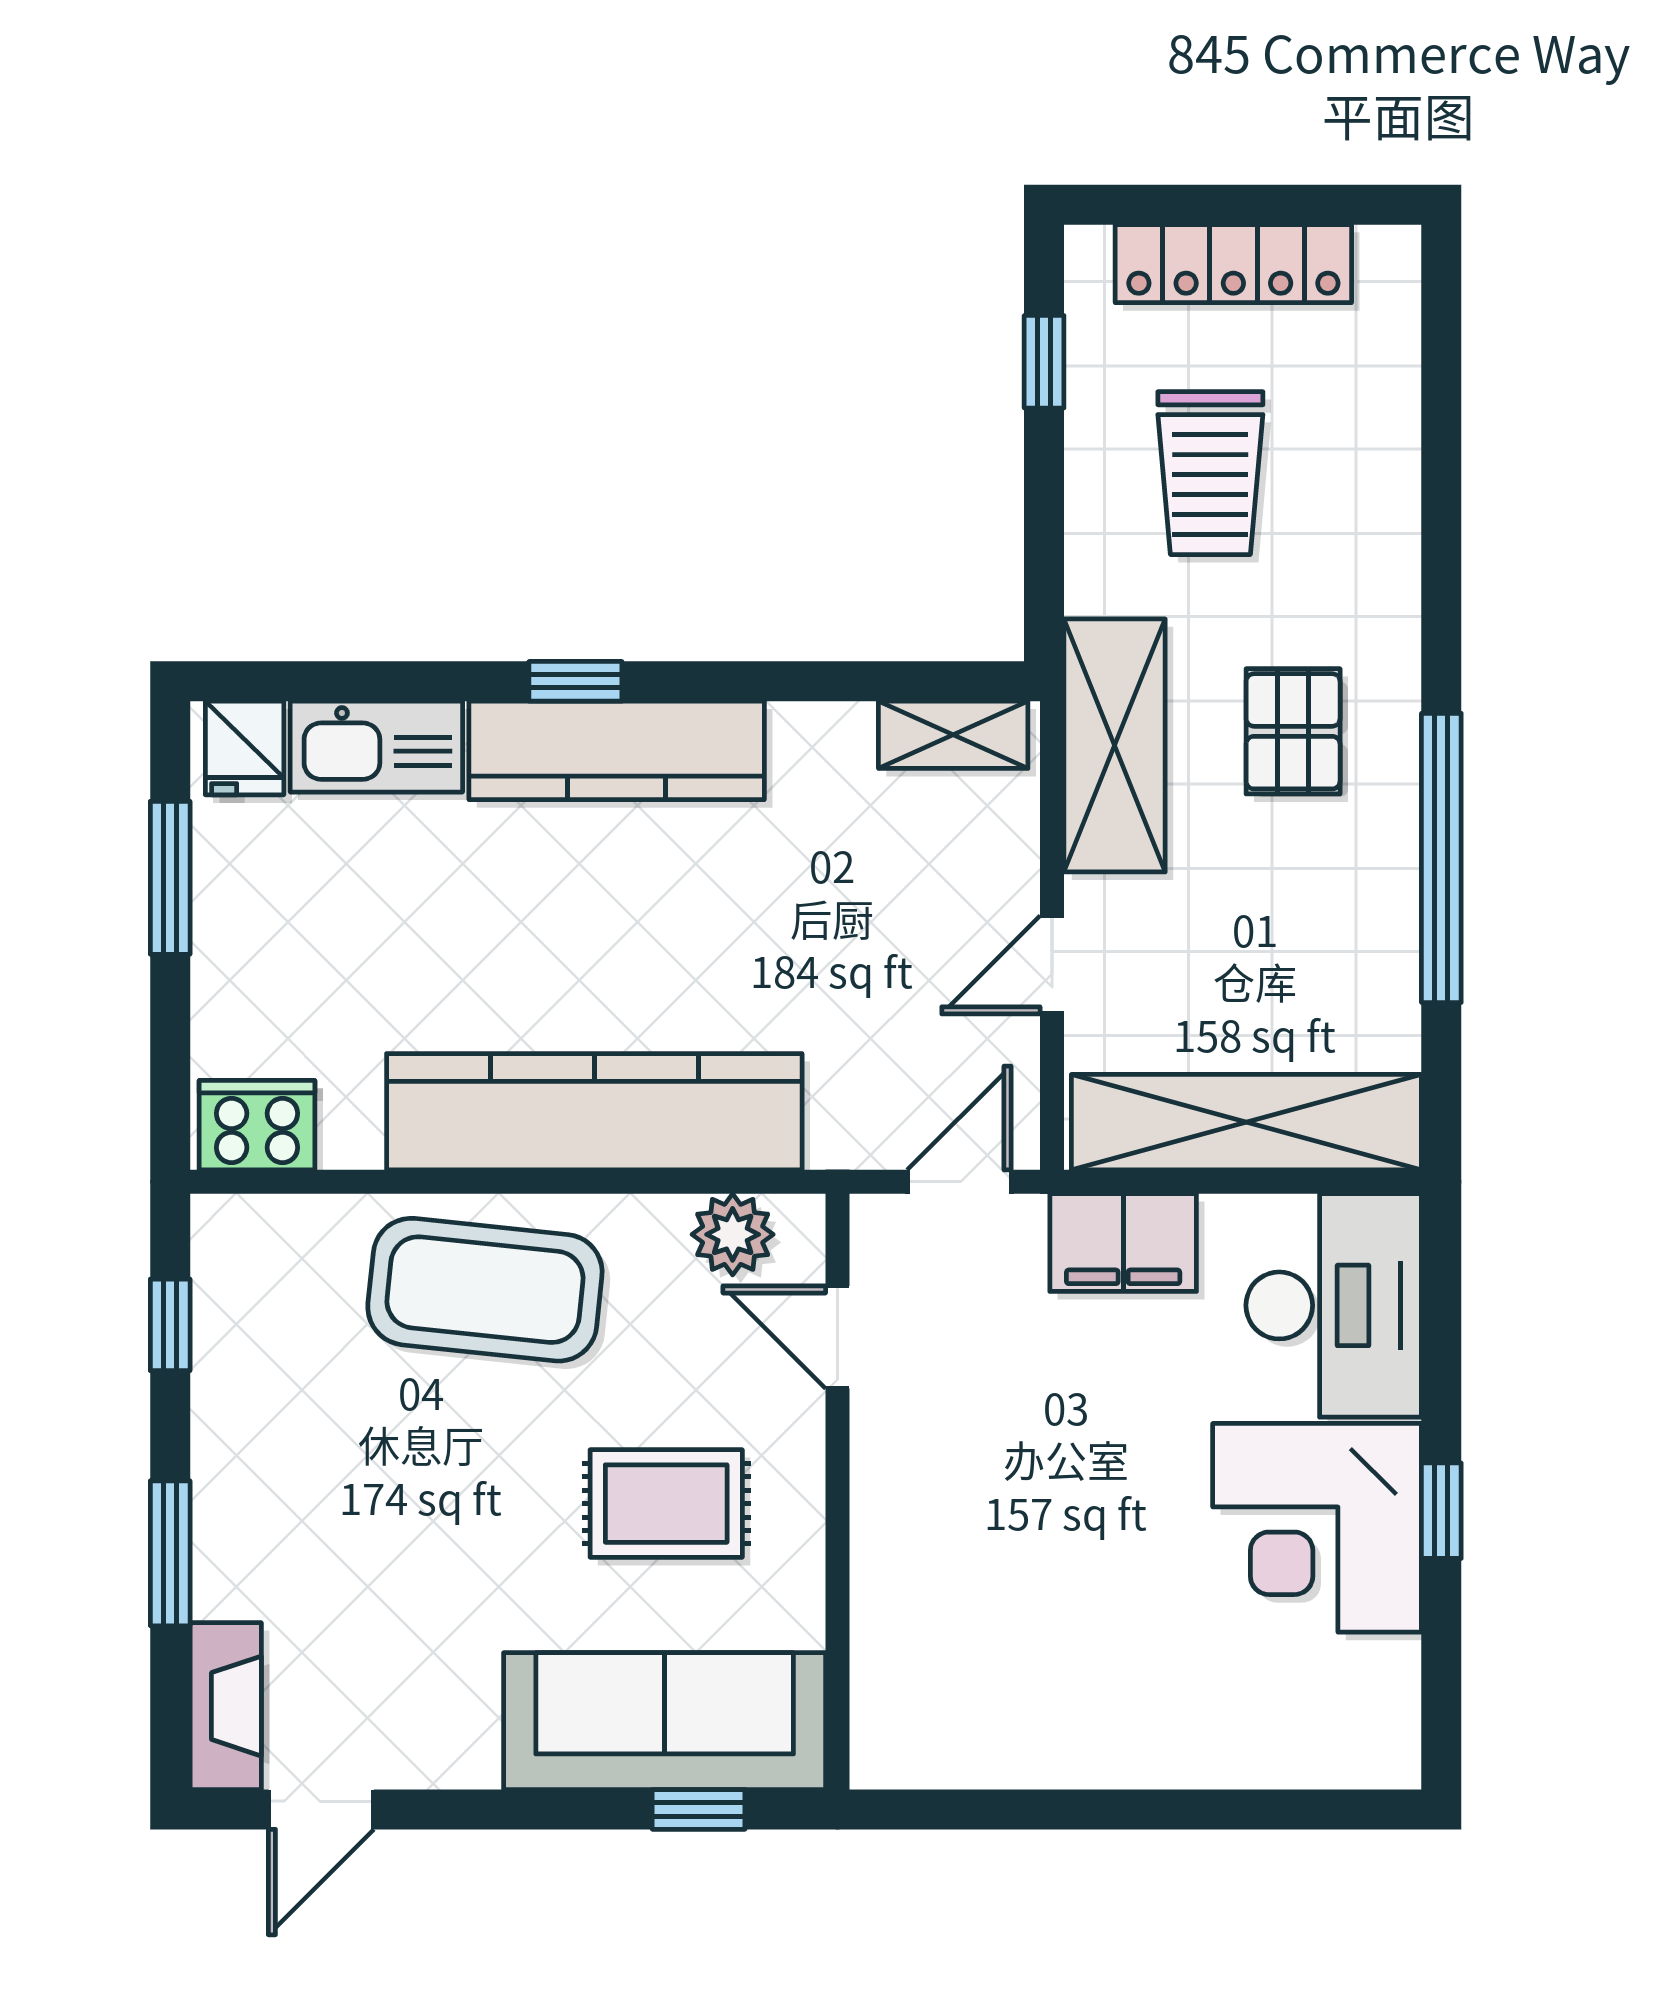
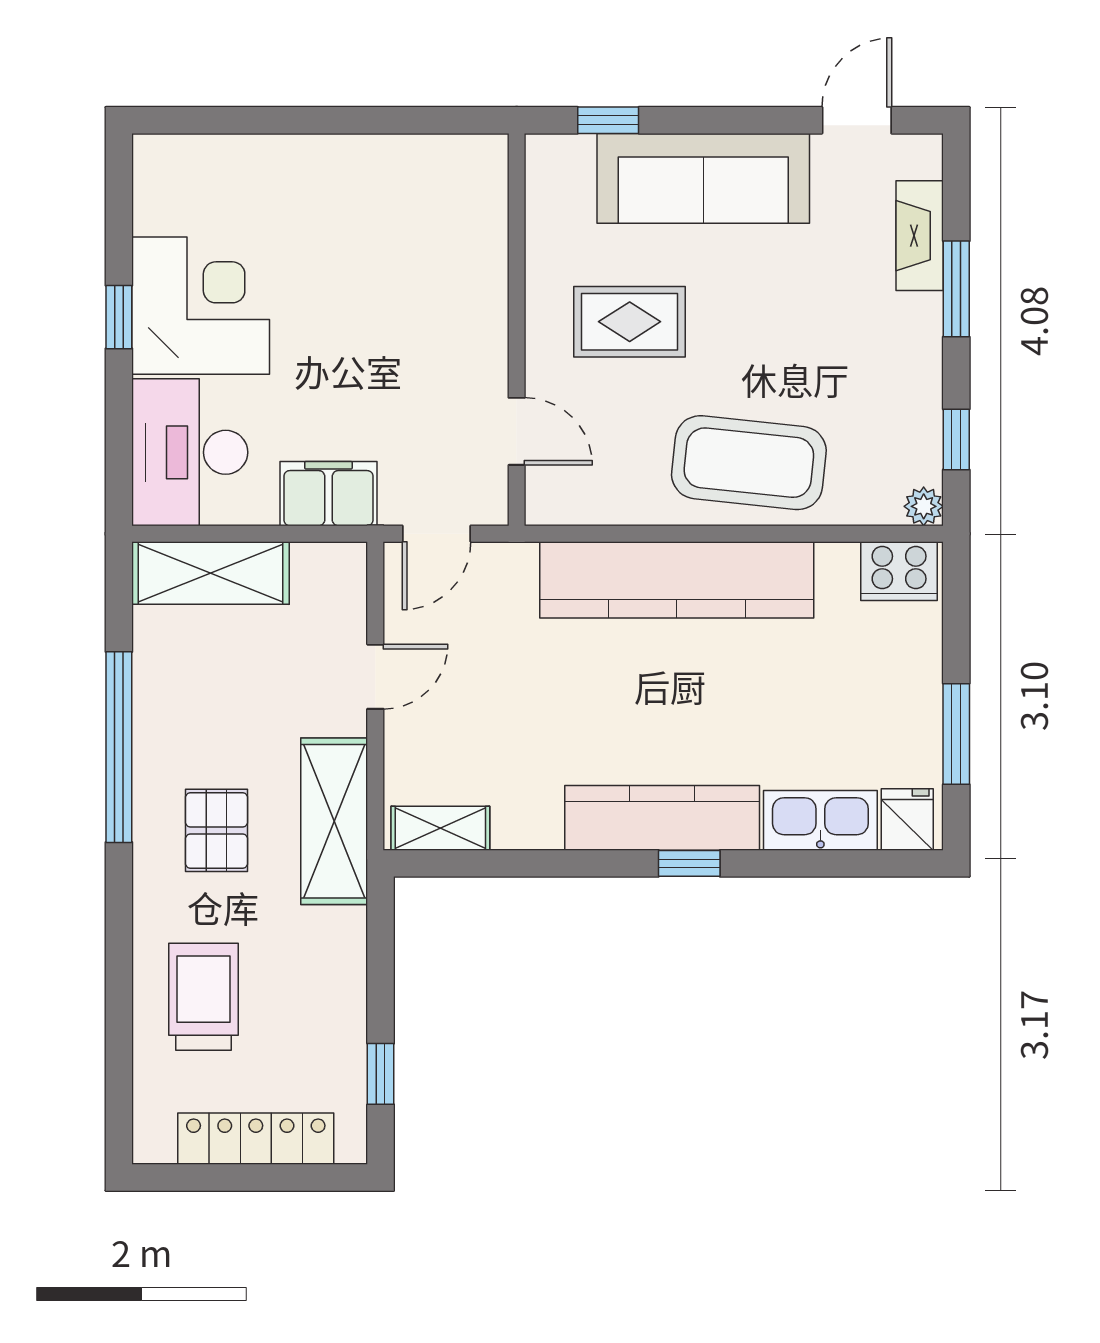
trolley: (1210, 473) -> (204, 997), moved
shelving: (1246, 1122) -> (211, 573), width x0.68
plant: (733, 1234) -> (924, 506), moved, width x0.73, depth x0.73
fireplace: (226, 1706) -> (920, 236), moved
sofa: (665, 1721) -> (703, 178), moved

